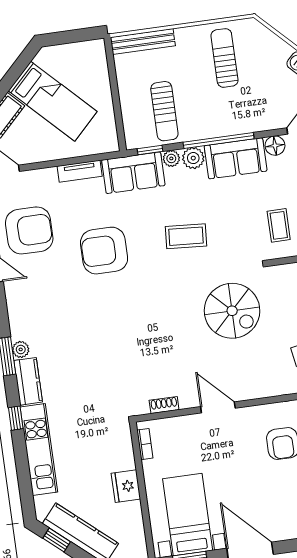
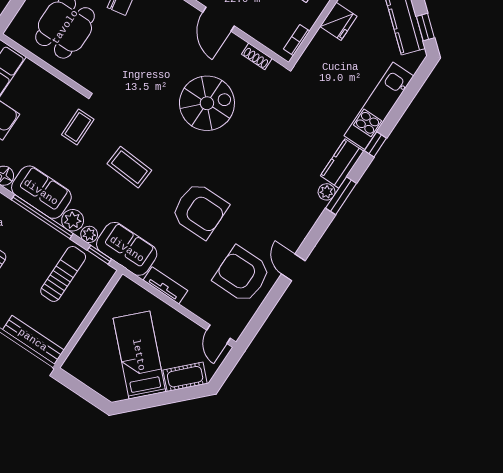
coffee table: (279, 225) -> (78, 127), moved
spiral stairs: (232, 311) -> (207, 103), moved, turned 90

